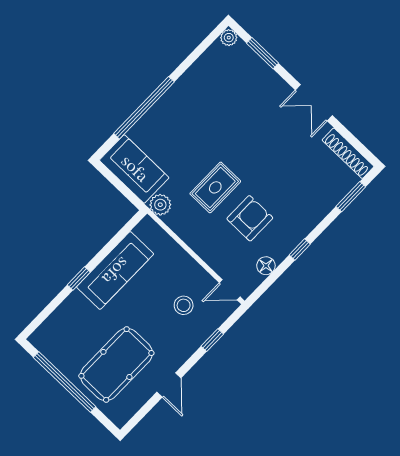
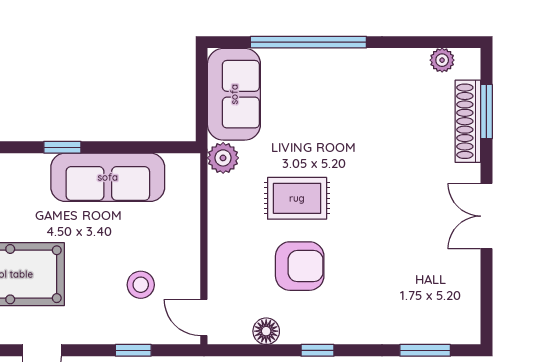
plant: (229, 38) -> (442, 60), moved
shoe rack: (348, 153) -> (468, 121), moved

